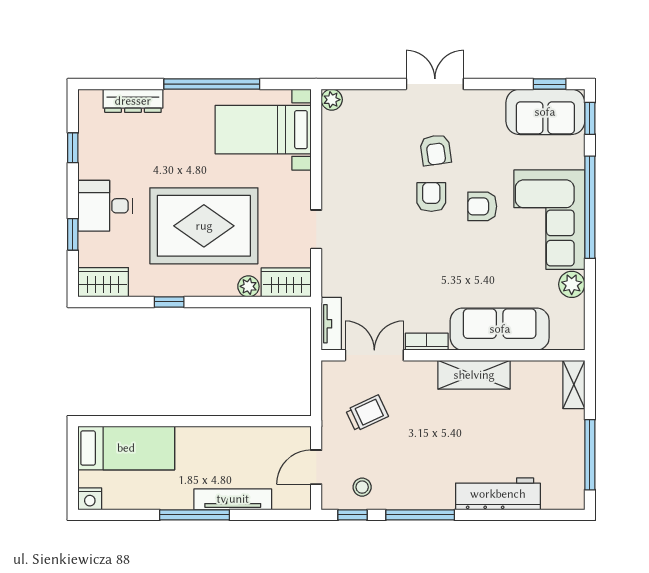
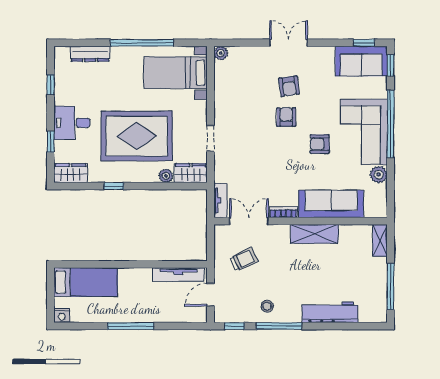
armchair: (482, 206) -> (320, 144), moved
stool: (362, 487) -> (267, 306), moved
tv unit: (233, 499) -> (178, 275), moved, turned 180

